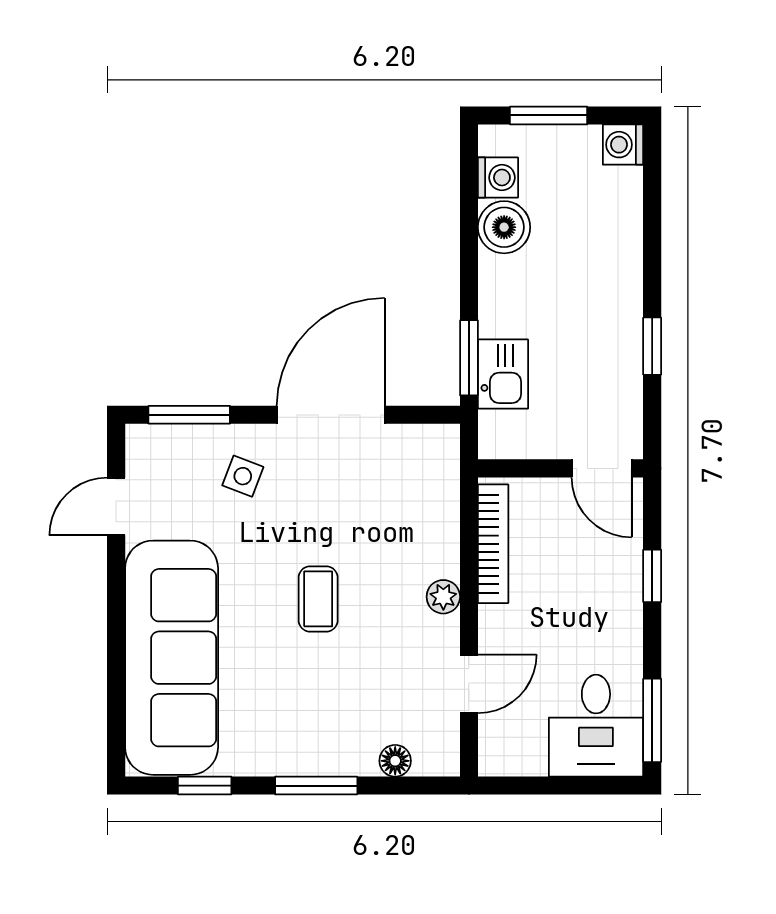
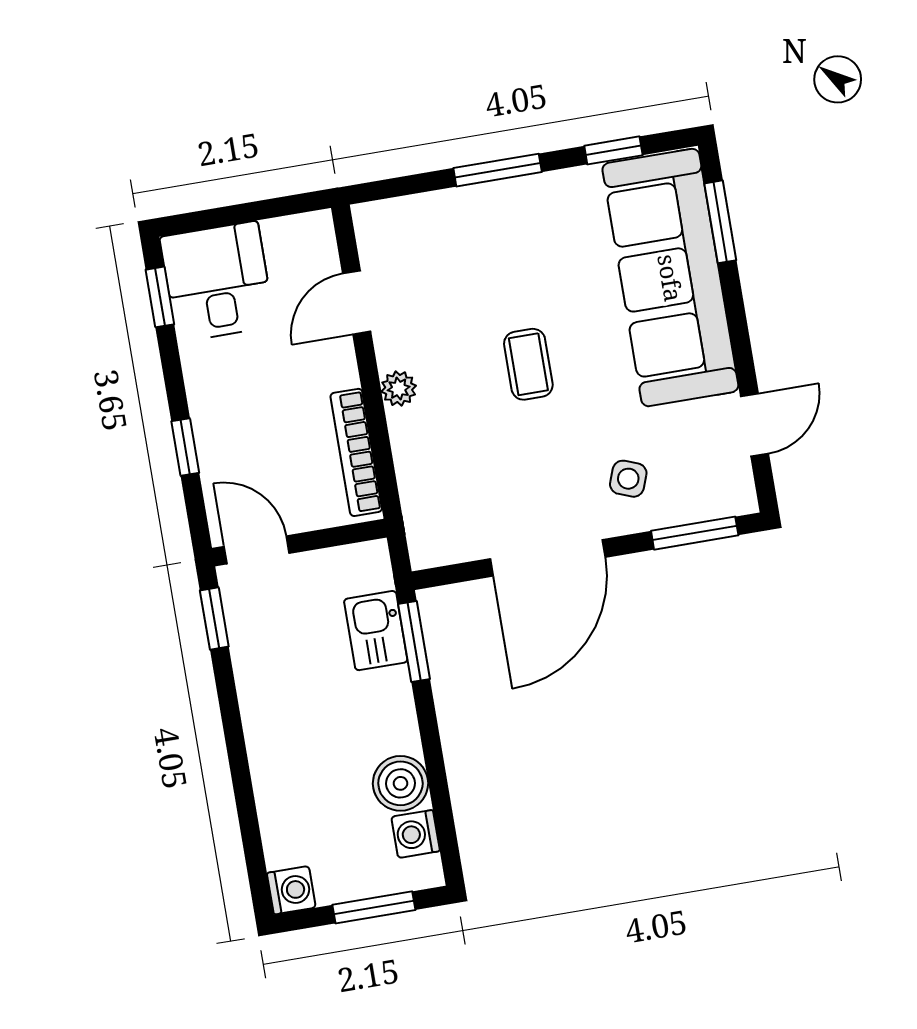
window: (652, 346) -> (214, 619), moved
window: (116, 702) -> (720, 222), added
window: (652, 720) -> (160, 297), width x0.67
floor lamp: (395, 761) -> (420, 210), removed

